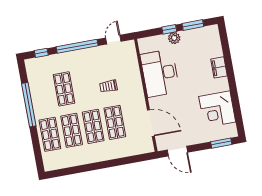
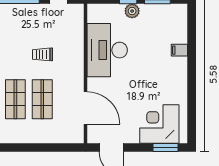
filing cabinet: (219, 67) -> (179, 50), width x0.50
corner desk: (217, 109) -> (159, 124), moved, turned 90

